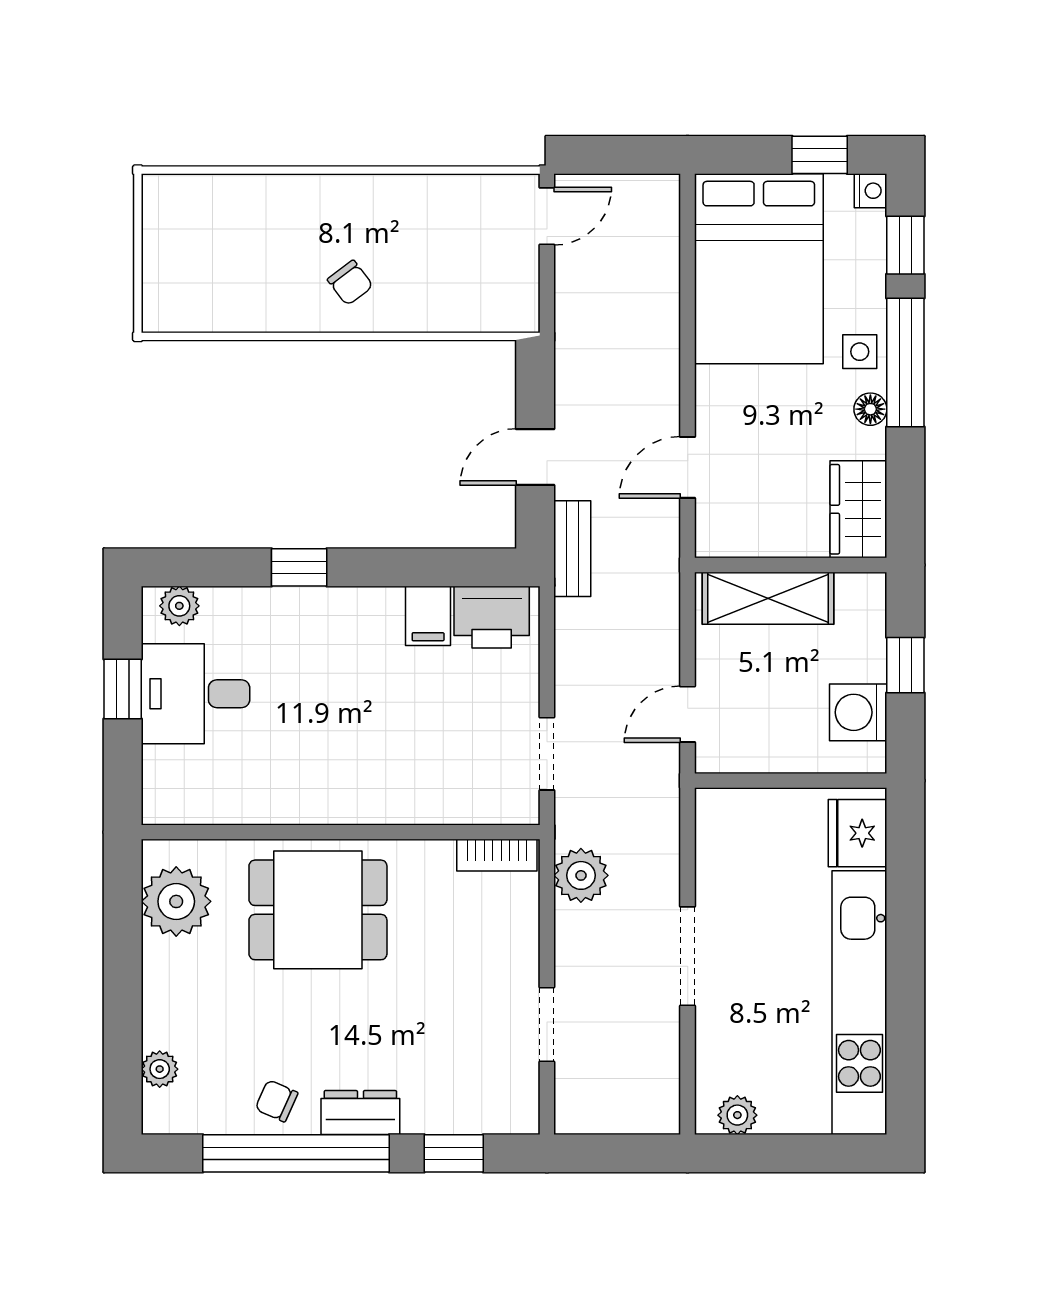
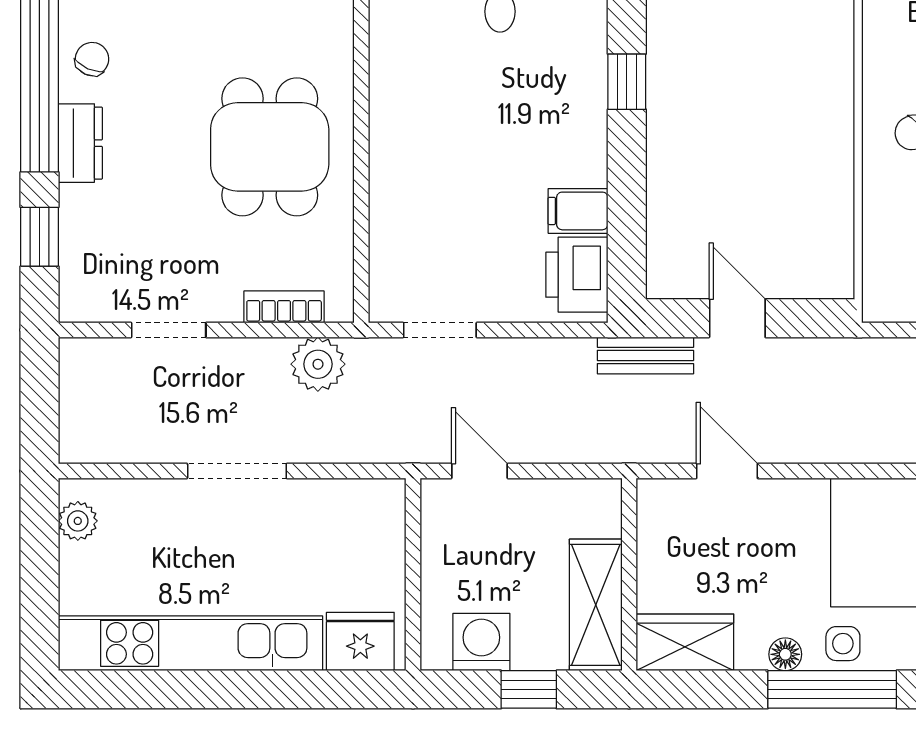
shelving: (768, 598) -> (596, 605), moved
bookcase: (497, 855) -> (284, 307), moved, turned 90
dining table: (318, 910) -> (270, 147), moved

